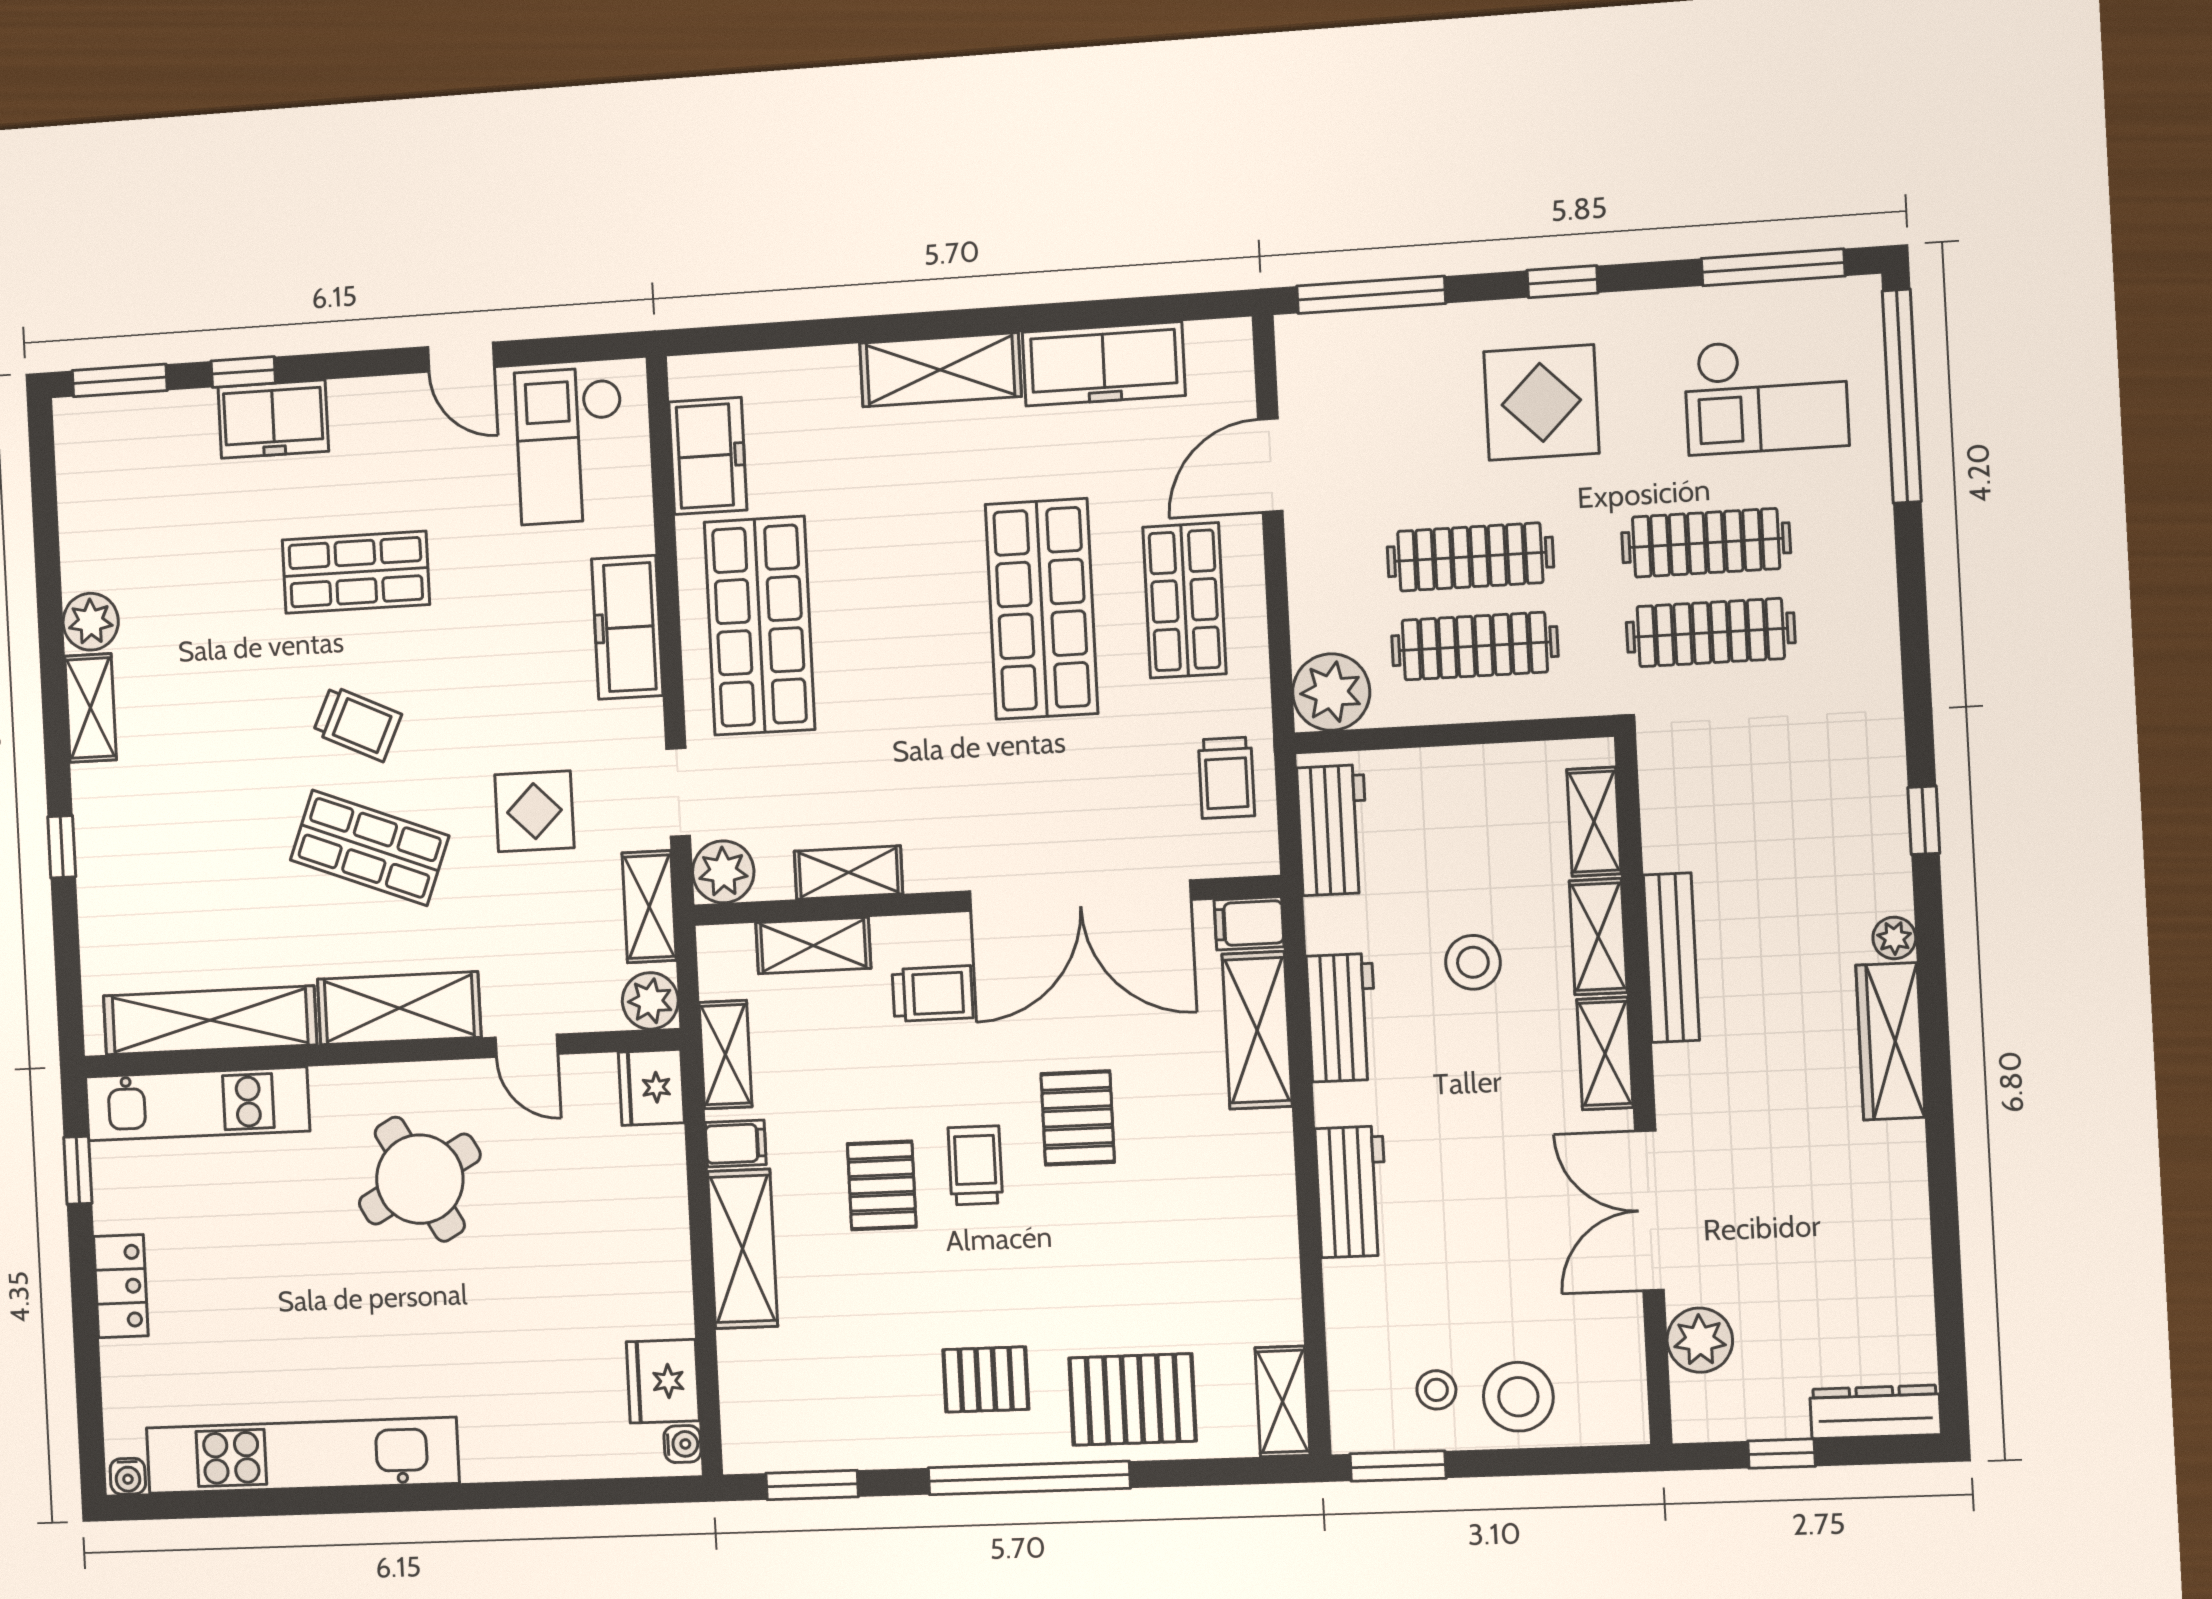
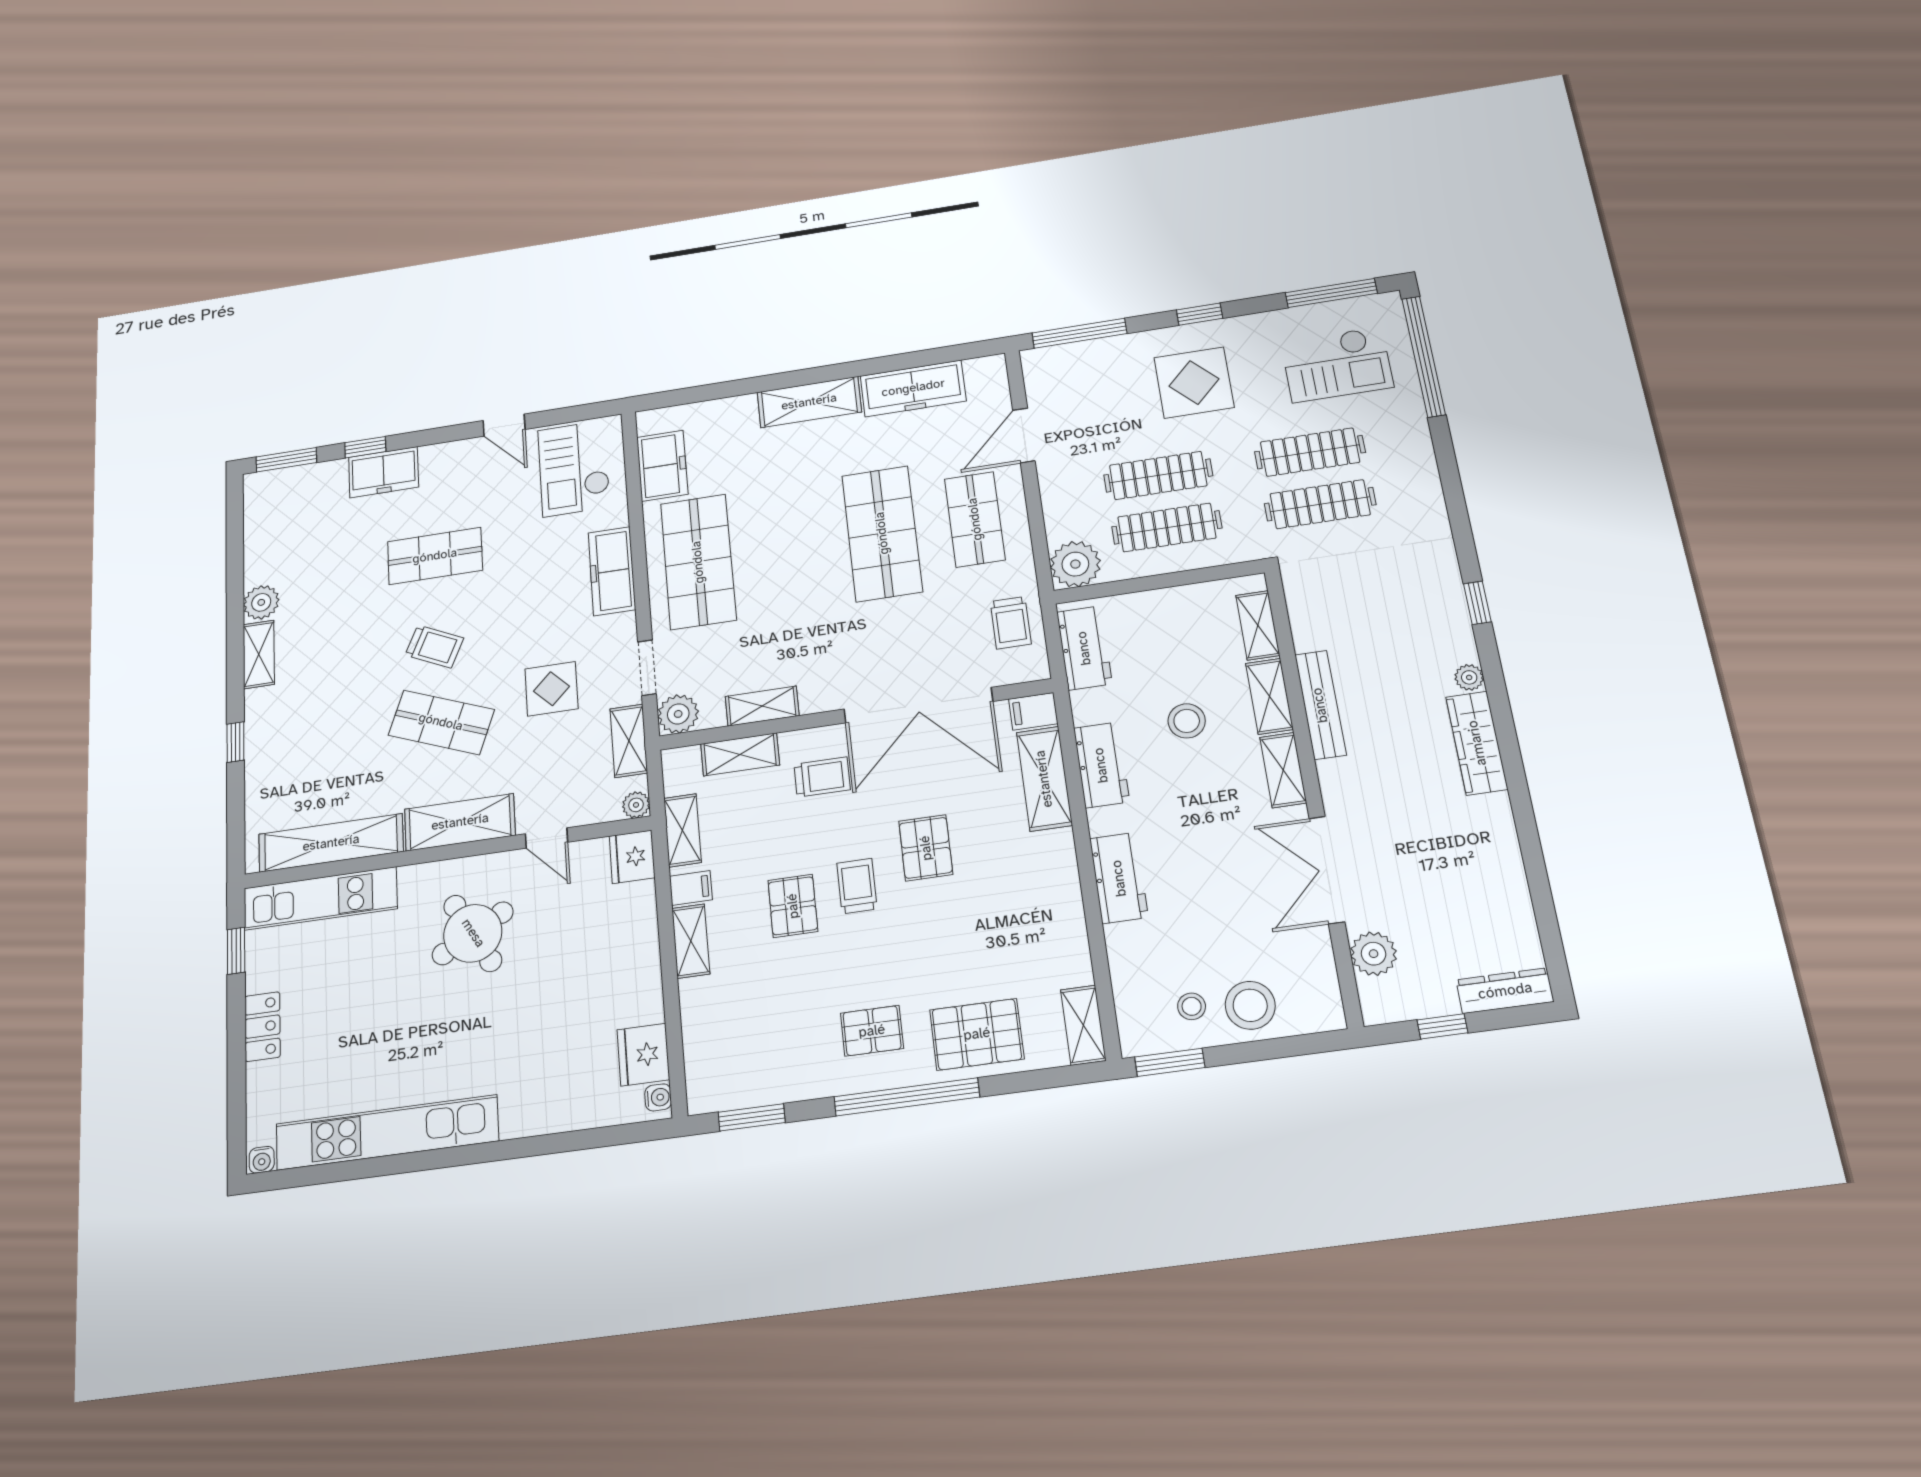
plant: (650, 1001) -> (636, 805), width x0.73, depth x0.73
shelving: (743, 1249) -> (691, 941), width x0.67, depth x0.75

